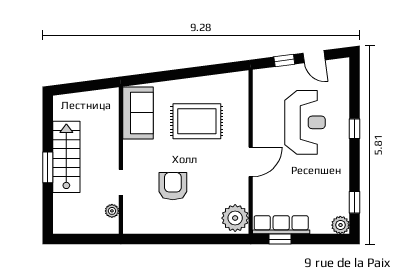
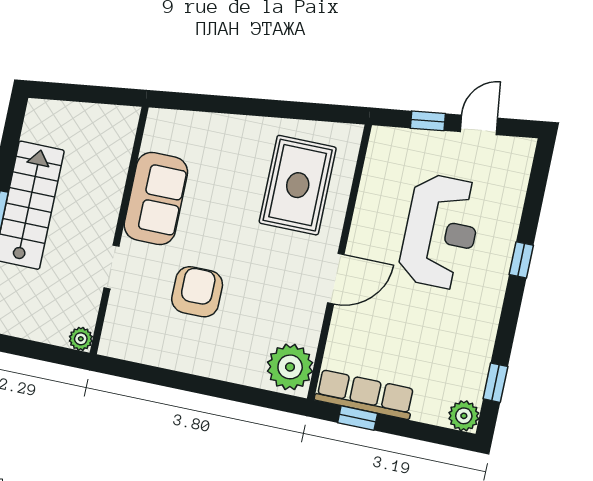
door: (314, 57) -> (479, 125), swing flipped
sofa: (138, 113) -> (156, 198), moved
rug: (197, 121) -> (298, 185), moved, turned 90
plant: (112, 211) -> (81, 339), moved

